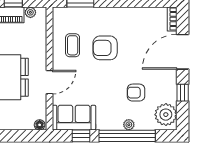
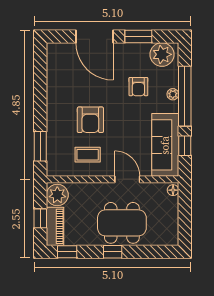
plant: (30, 12) -> (57, 195), width x1.88, depth x1.88
bookcase: (172, 19) -> (59, 48), removed
window: (183, 93) -> (138, 36), width x1.50
sofa: (74, 118) -> (165, 145), width x1.36

